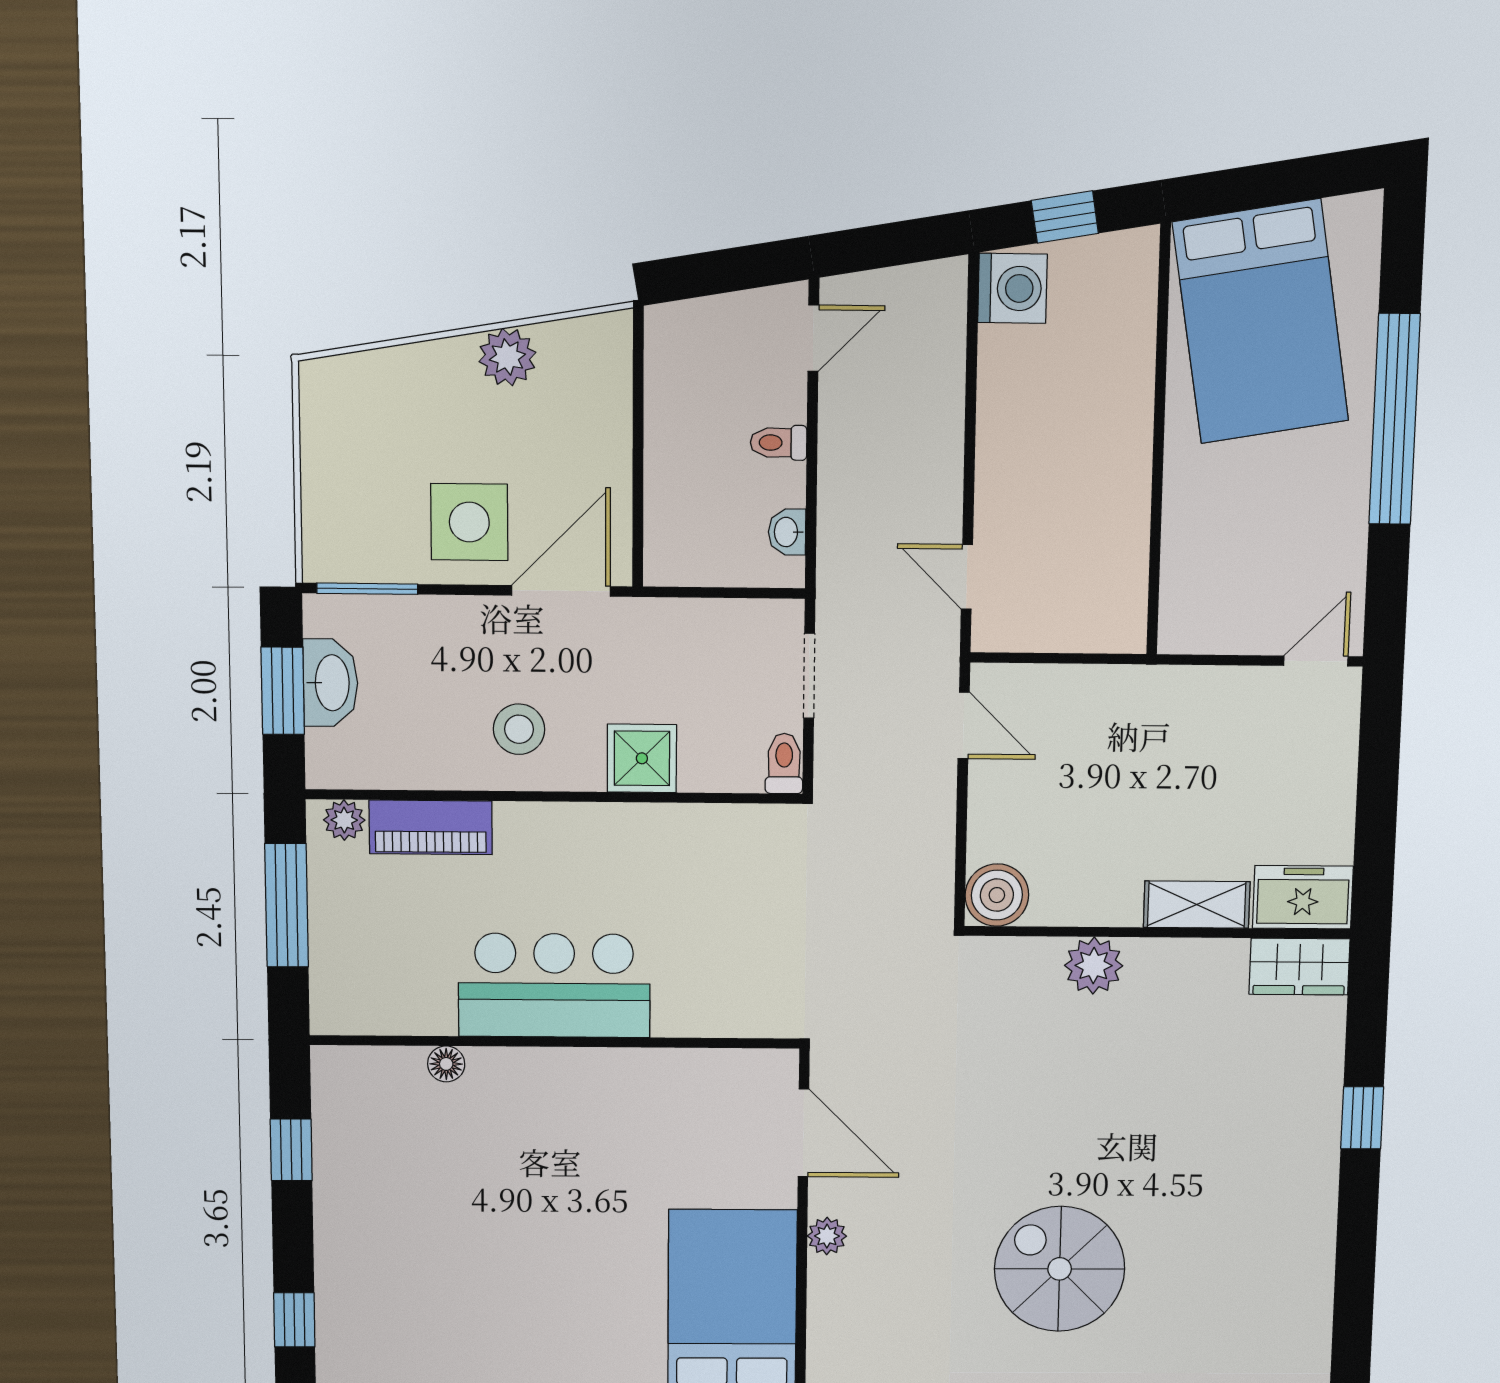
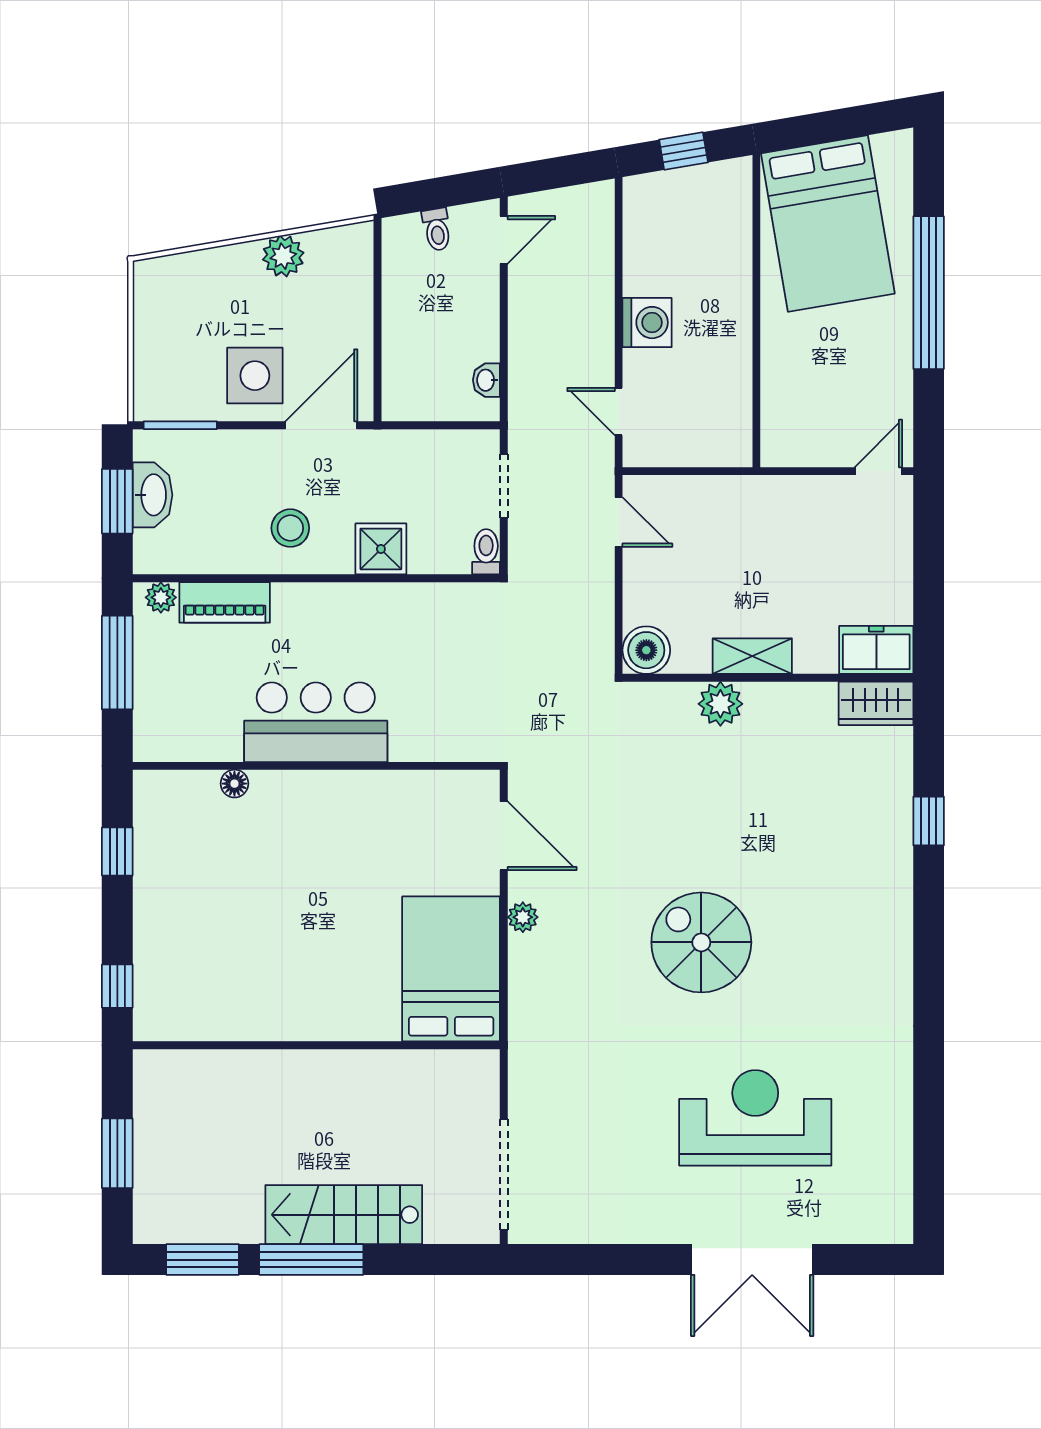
washing machine: (1012, 288) -> (647, 323), moved
toilet: (779, 443) -> (437, 229), moved, turned -100
shelving: (1197, 905) -> (752, 656), moved

